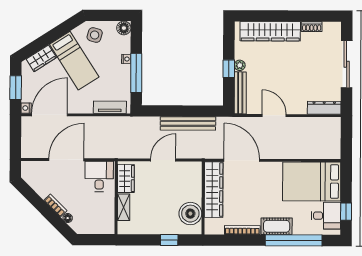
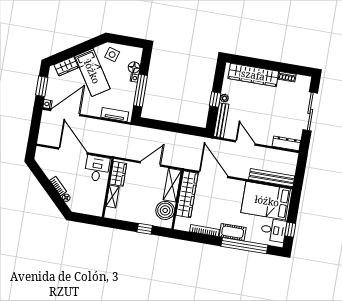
floor lamp: (124, 28) -> (134, 67), moved
bench: (188, 123) -> (272, 178), moved
door: (66, 160) -> (73, 151), hinge flipped
shelving: (194, 181) -> (172, 185), added

